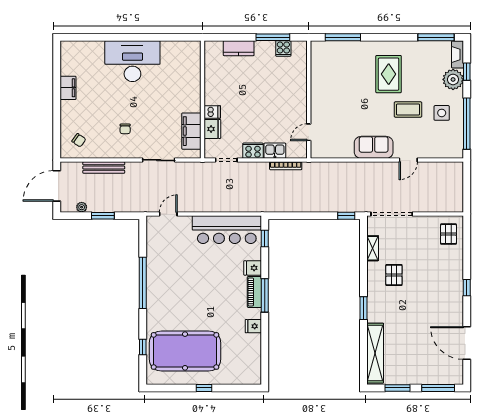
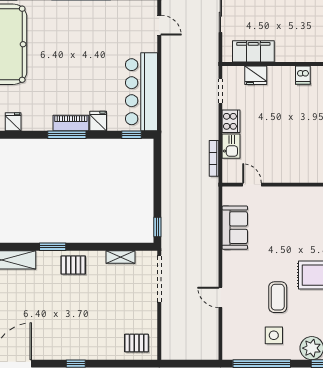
dishwasher: (212, 112) -> (303, 75), moved
sofa: (374, 147) -> (235, 228), moved
pallet: (394, 275) -> (73, 265), moved
fridge: (253, 326) -> (13, 122), moved

